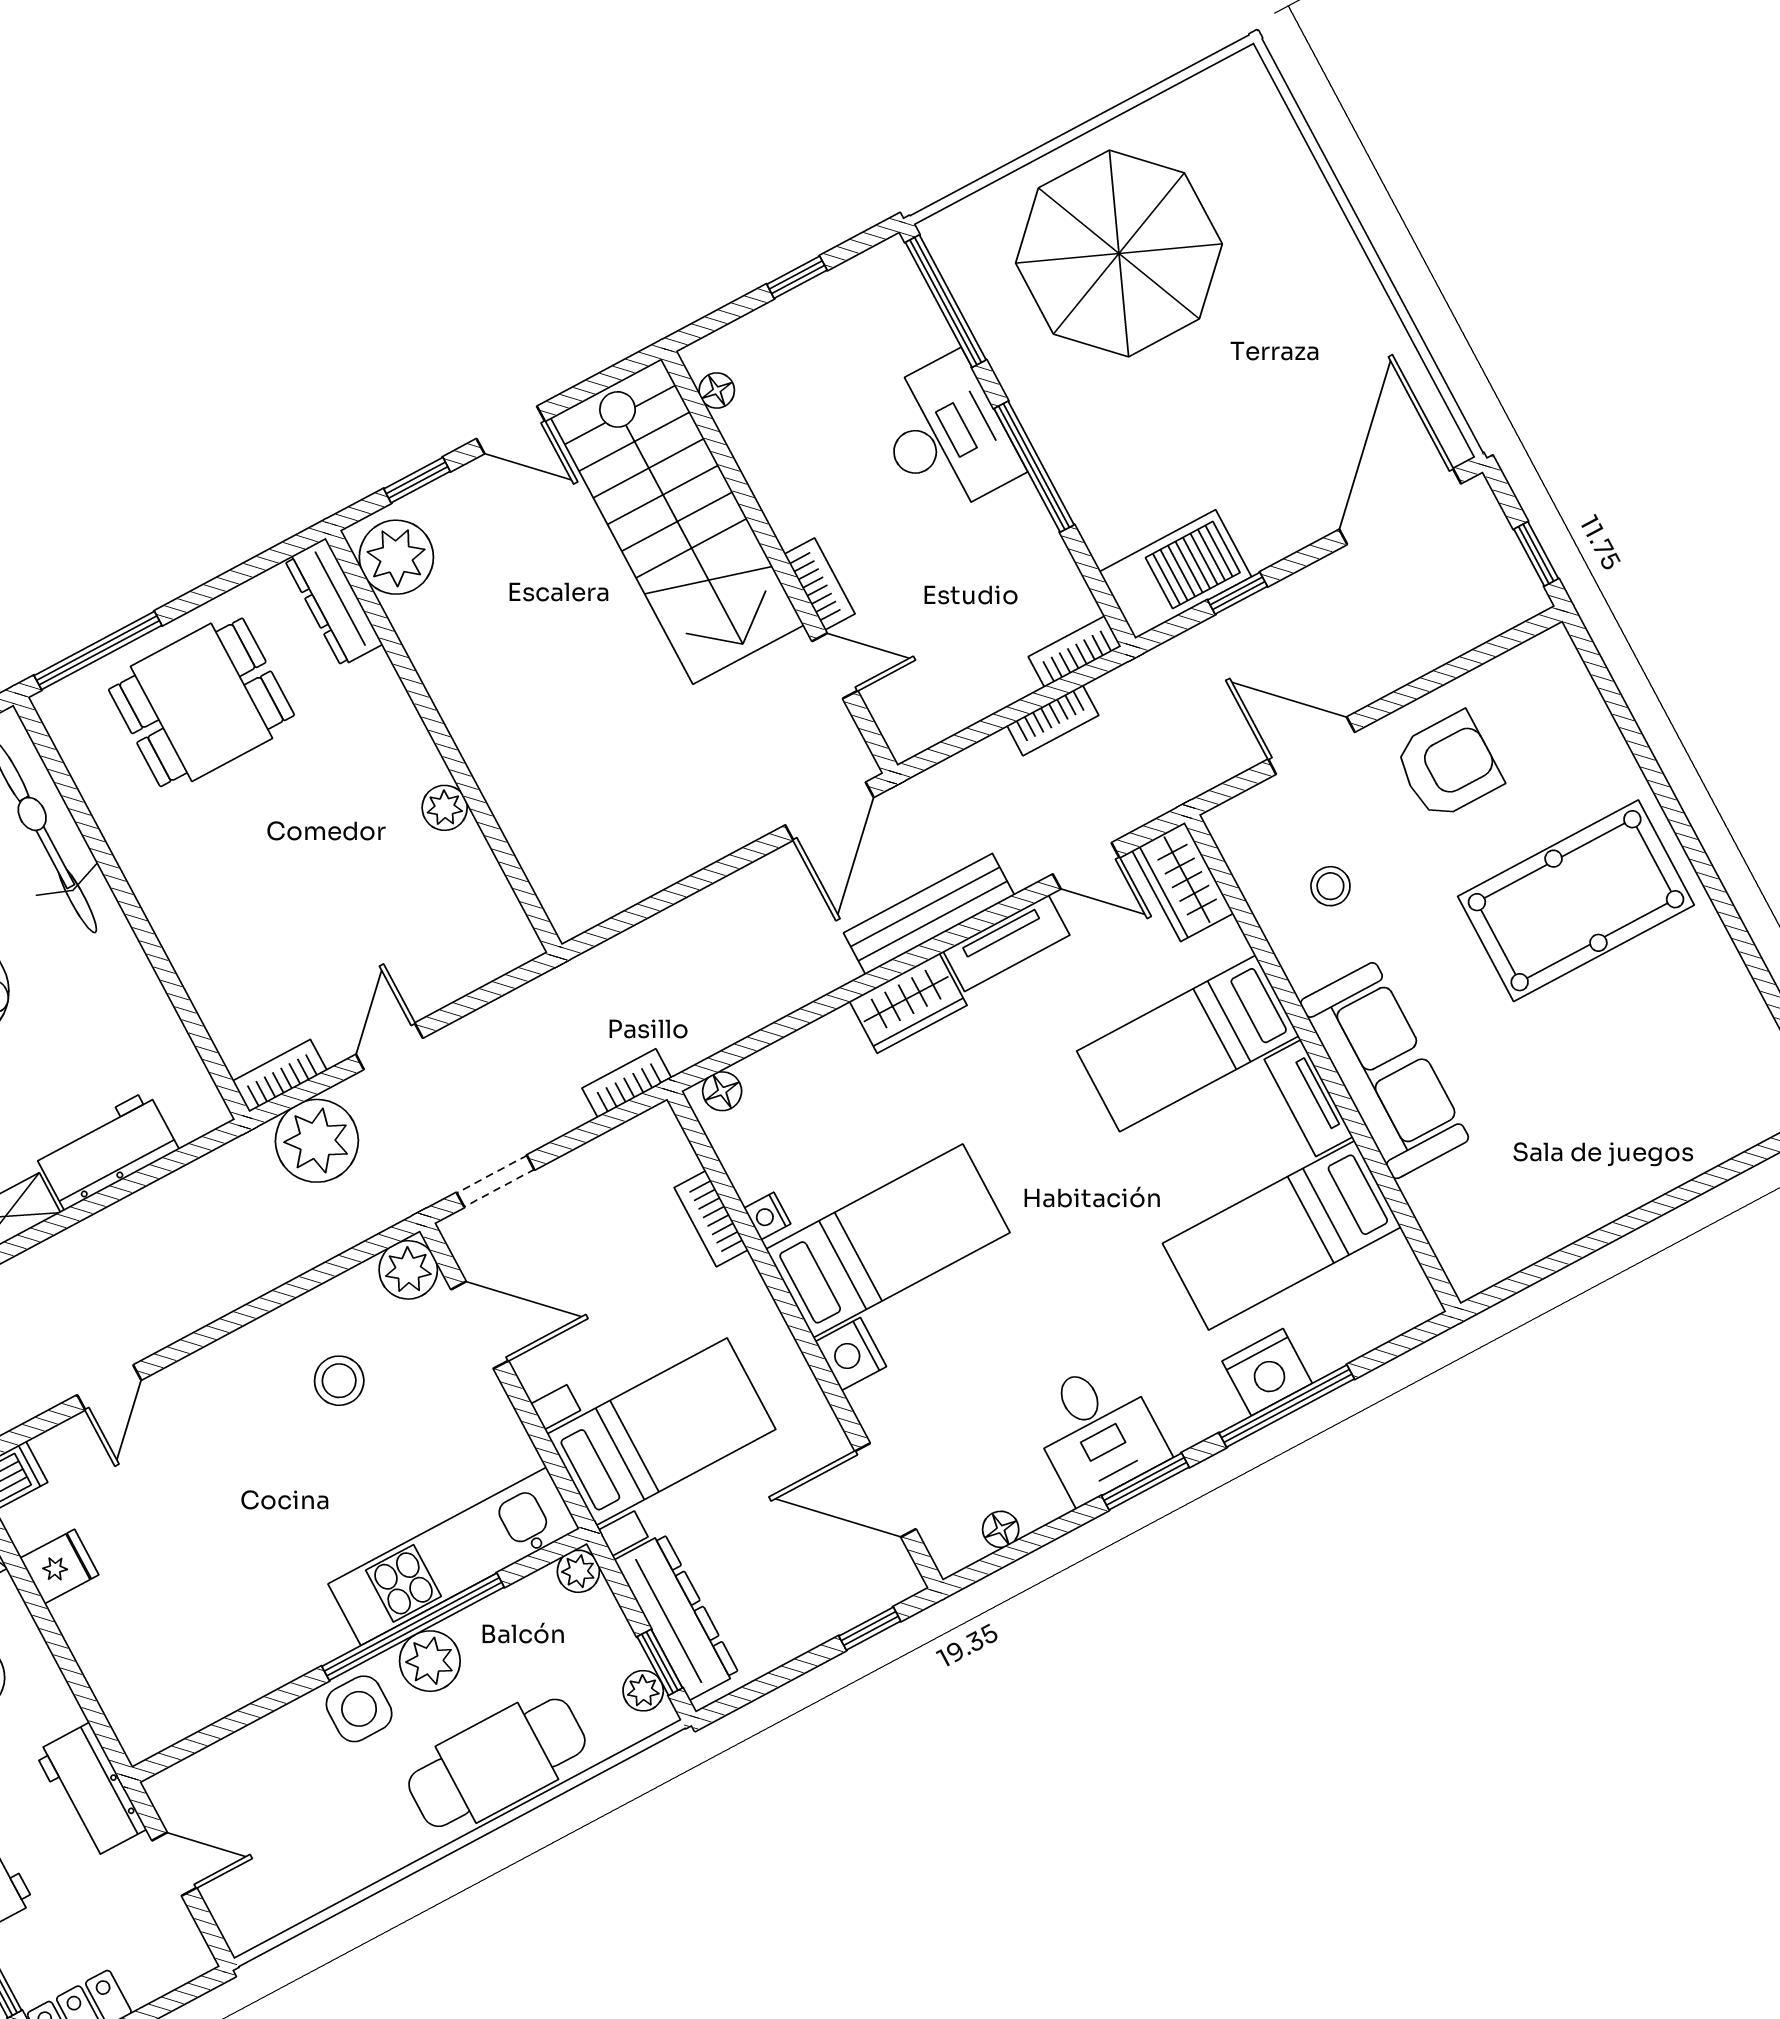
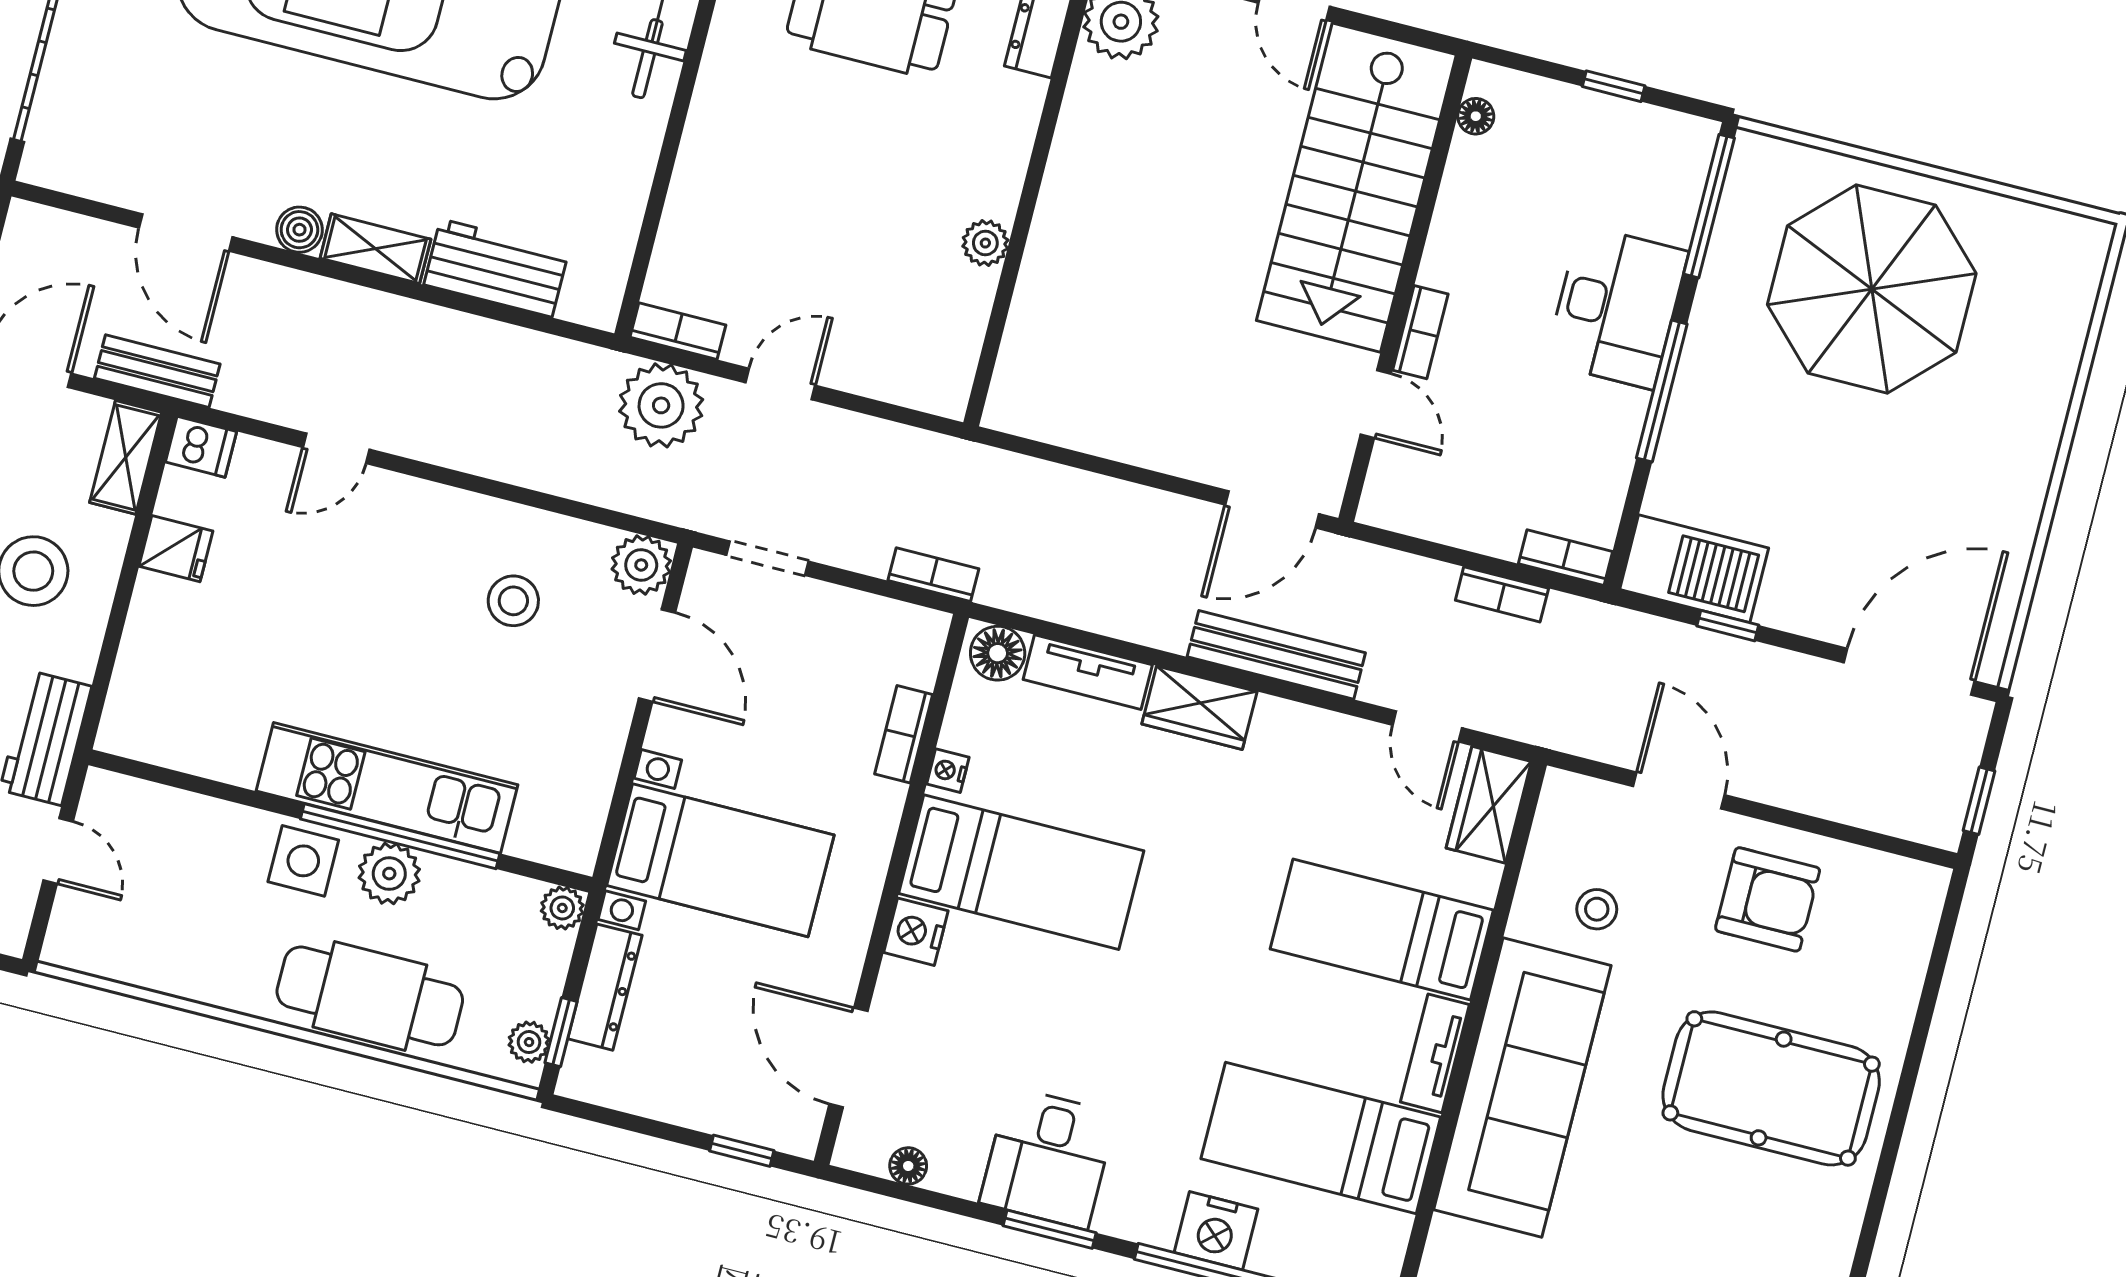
tv unit: (1007, 943) -> (1088, 672), moved
sofa: (1384, 1071) -> (1522, 1088), width x1.36, depth x1.27
floor lamp: (722, 1091) -> (998, 653), width x1.37, depth x1.37
kitchen unit: (454, 1556) -> (387, 788), moved
dresser: (677, 1617) -> (605, 987), width x0.73, depth x0.80

